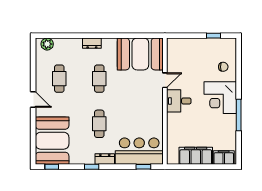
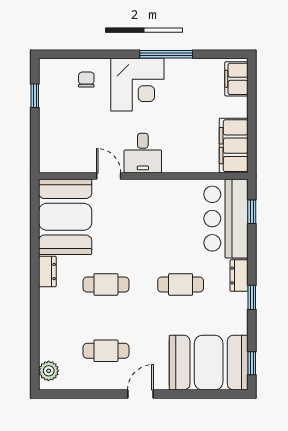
dresser: (92, 43) -> (47, 272), moved
filing cabinet: (196, 156) -> (234, 146), moved

